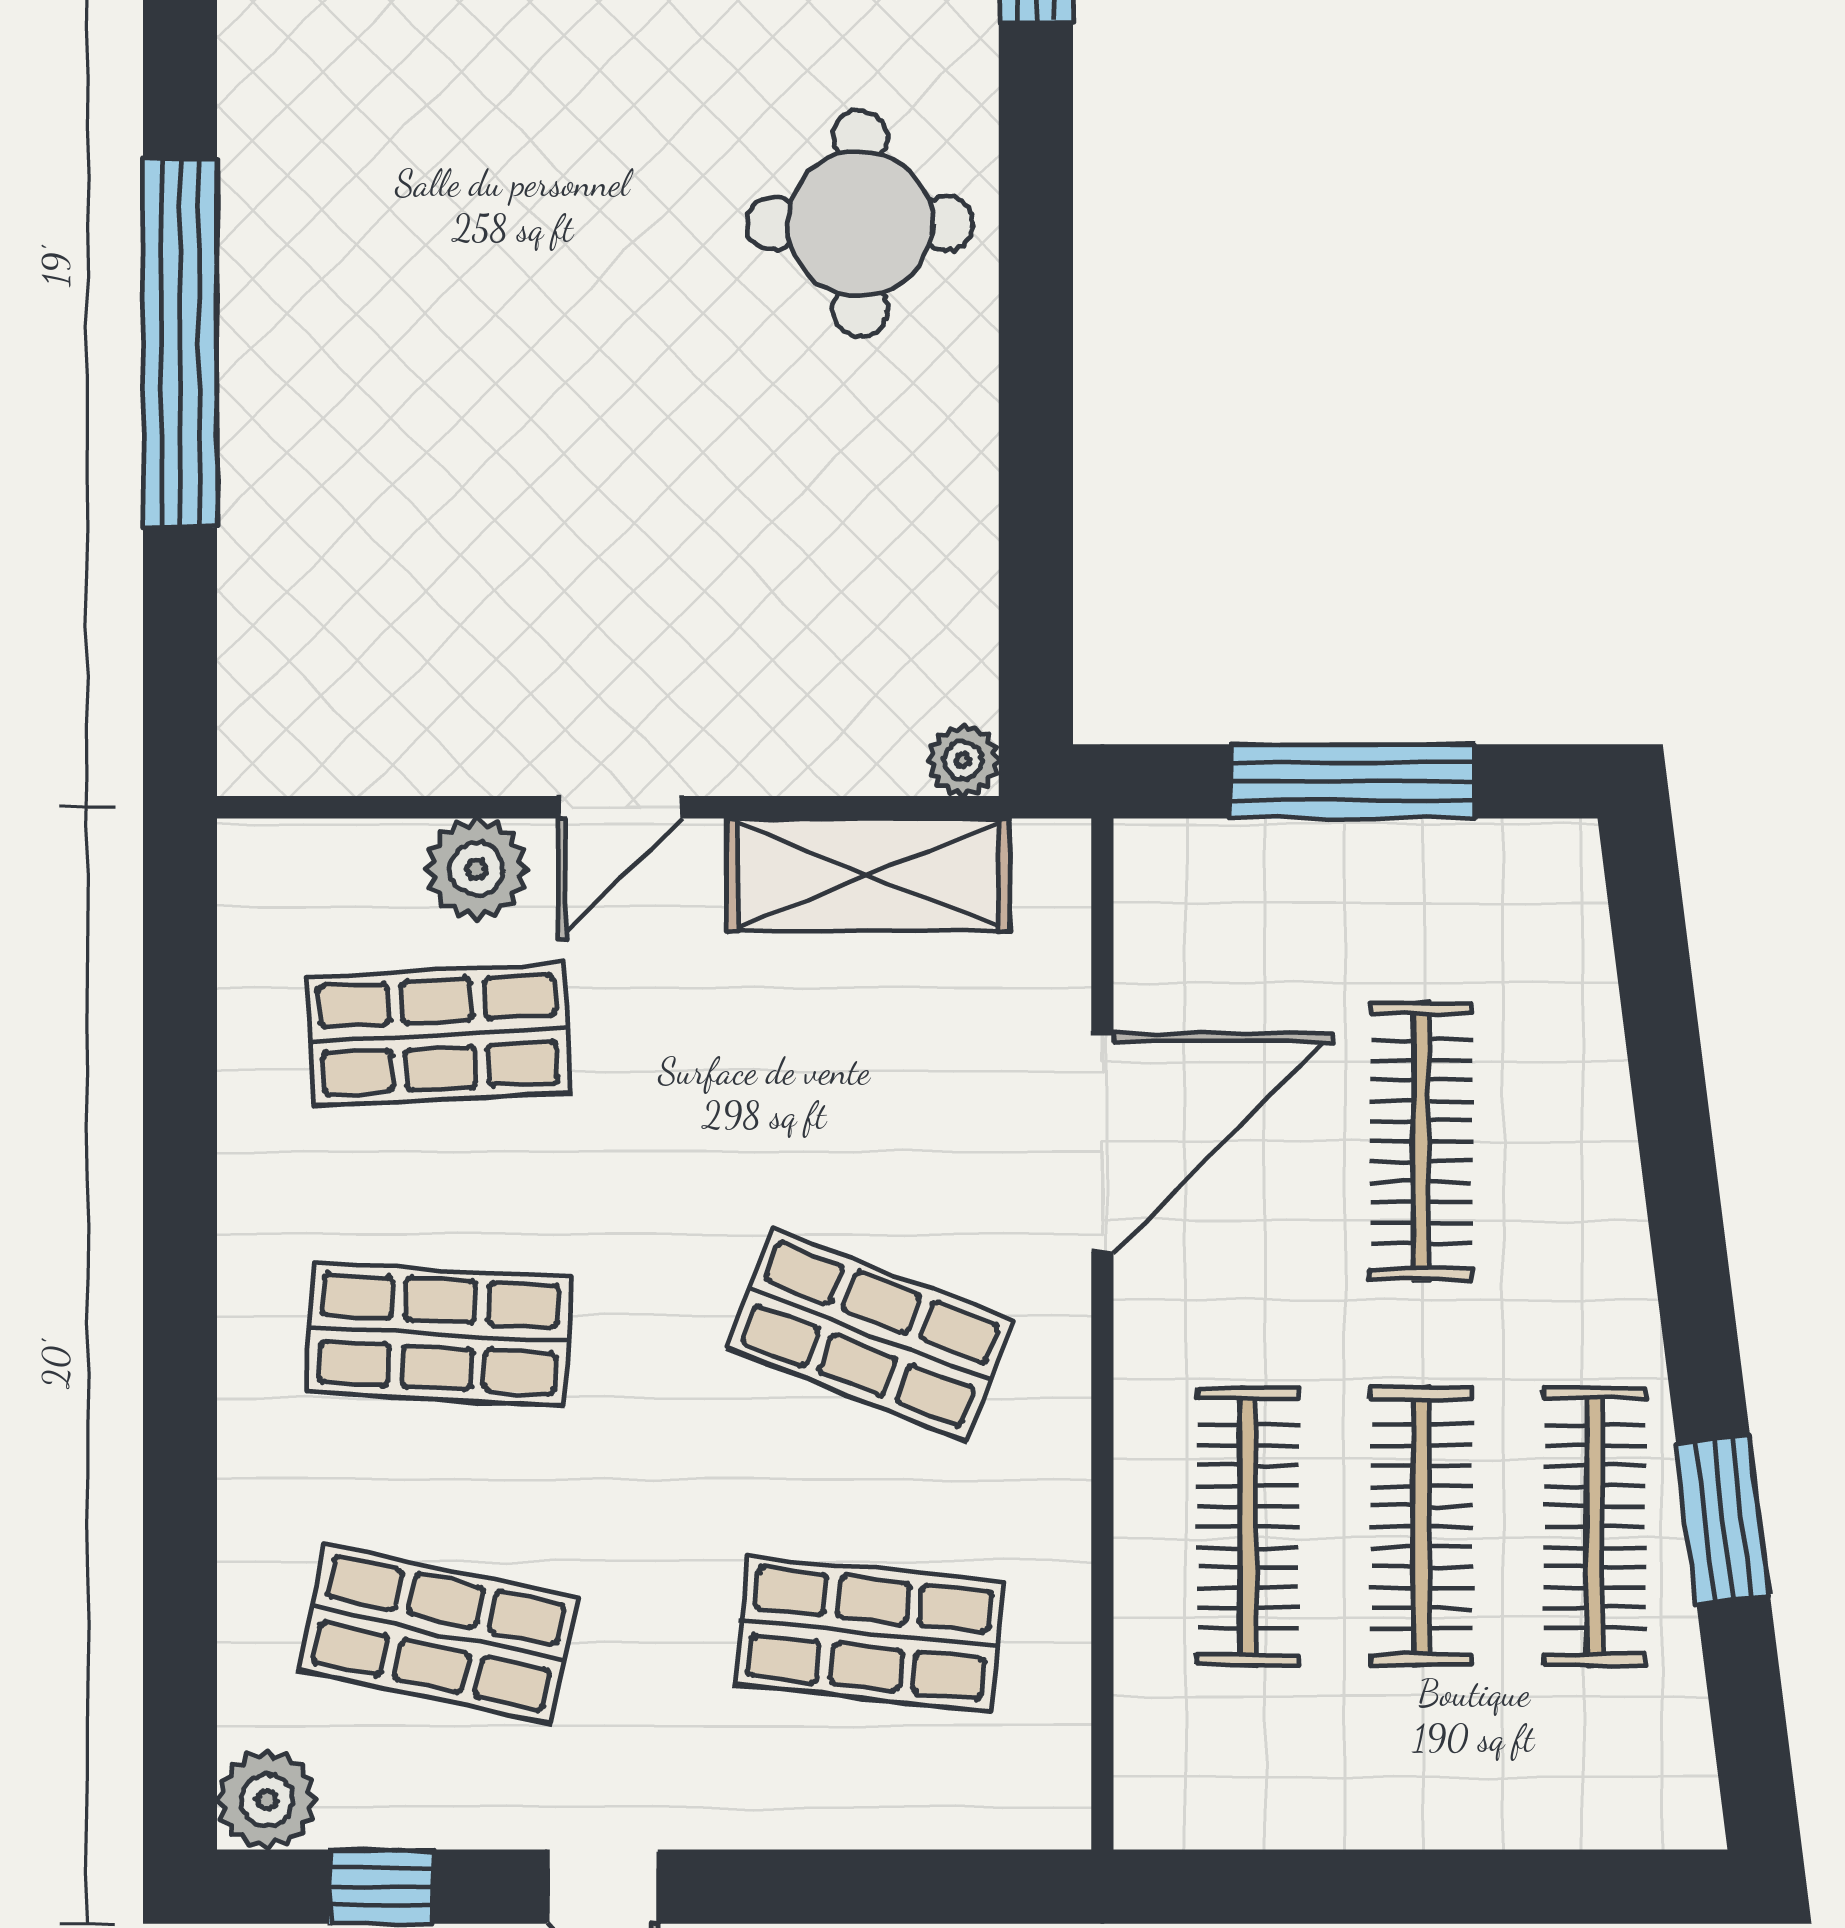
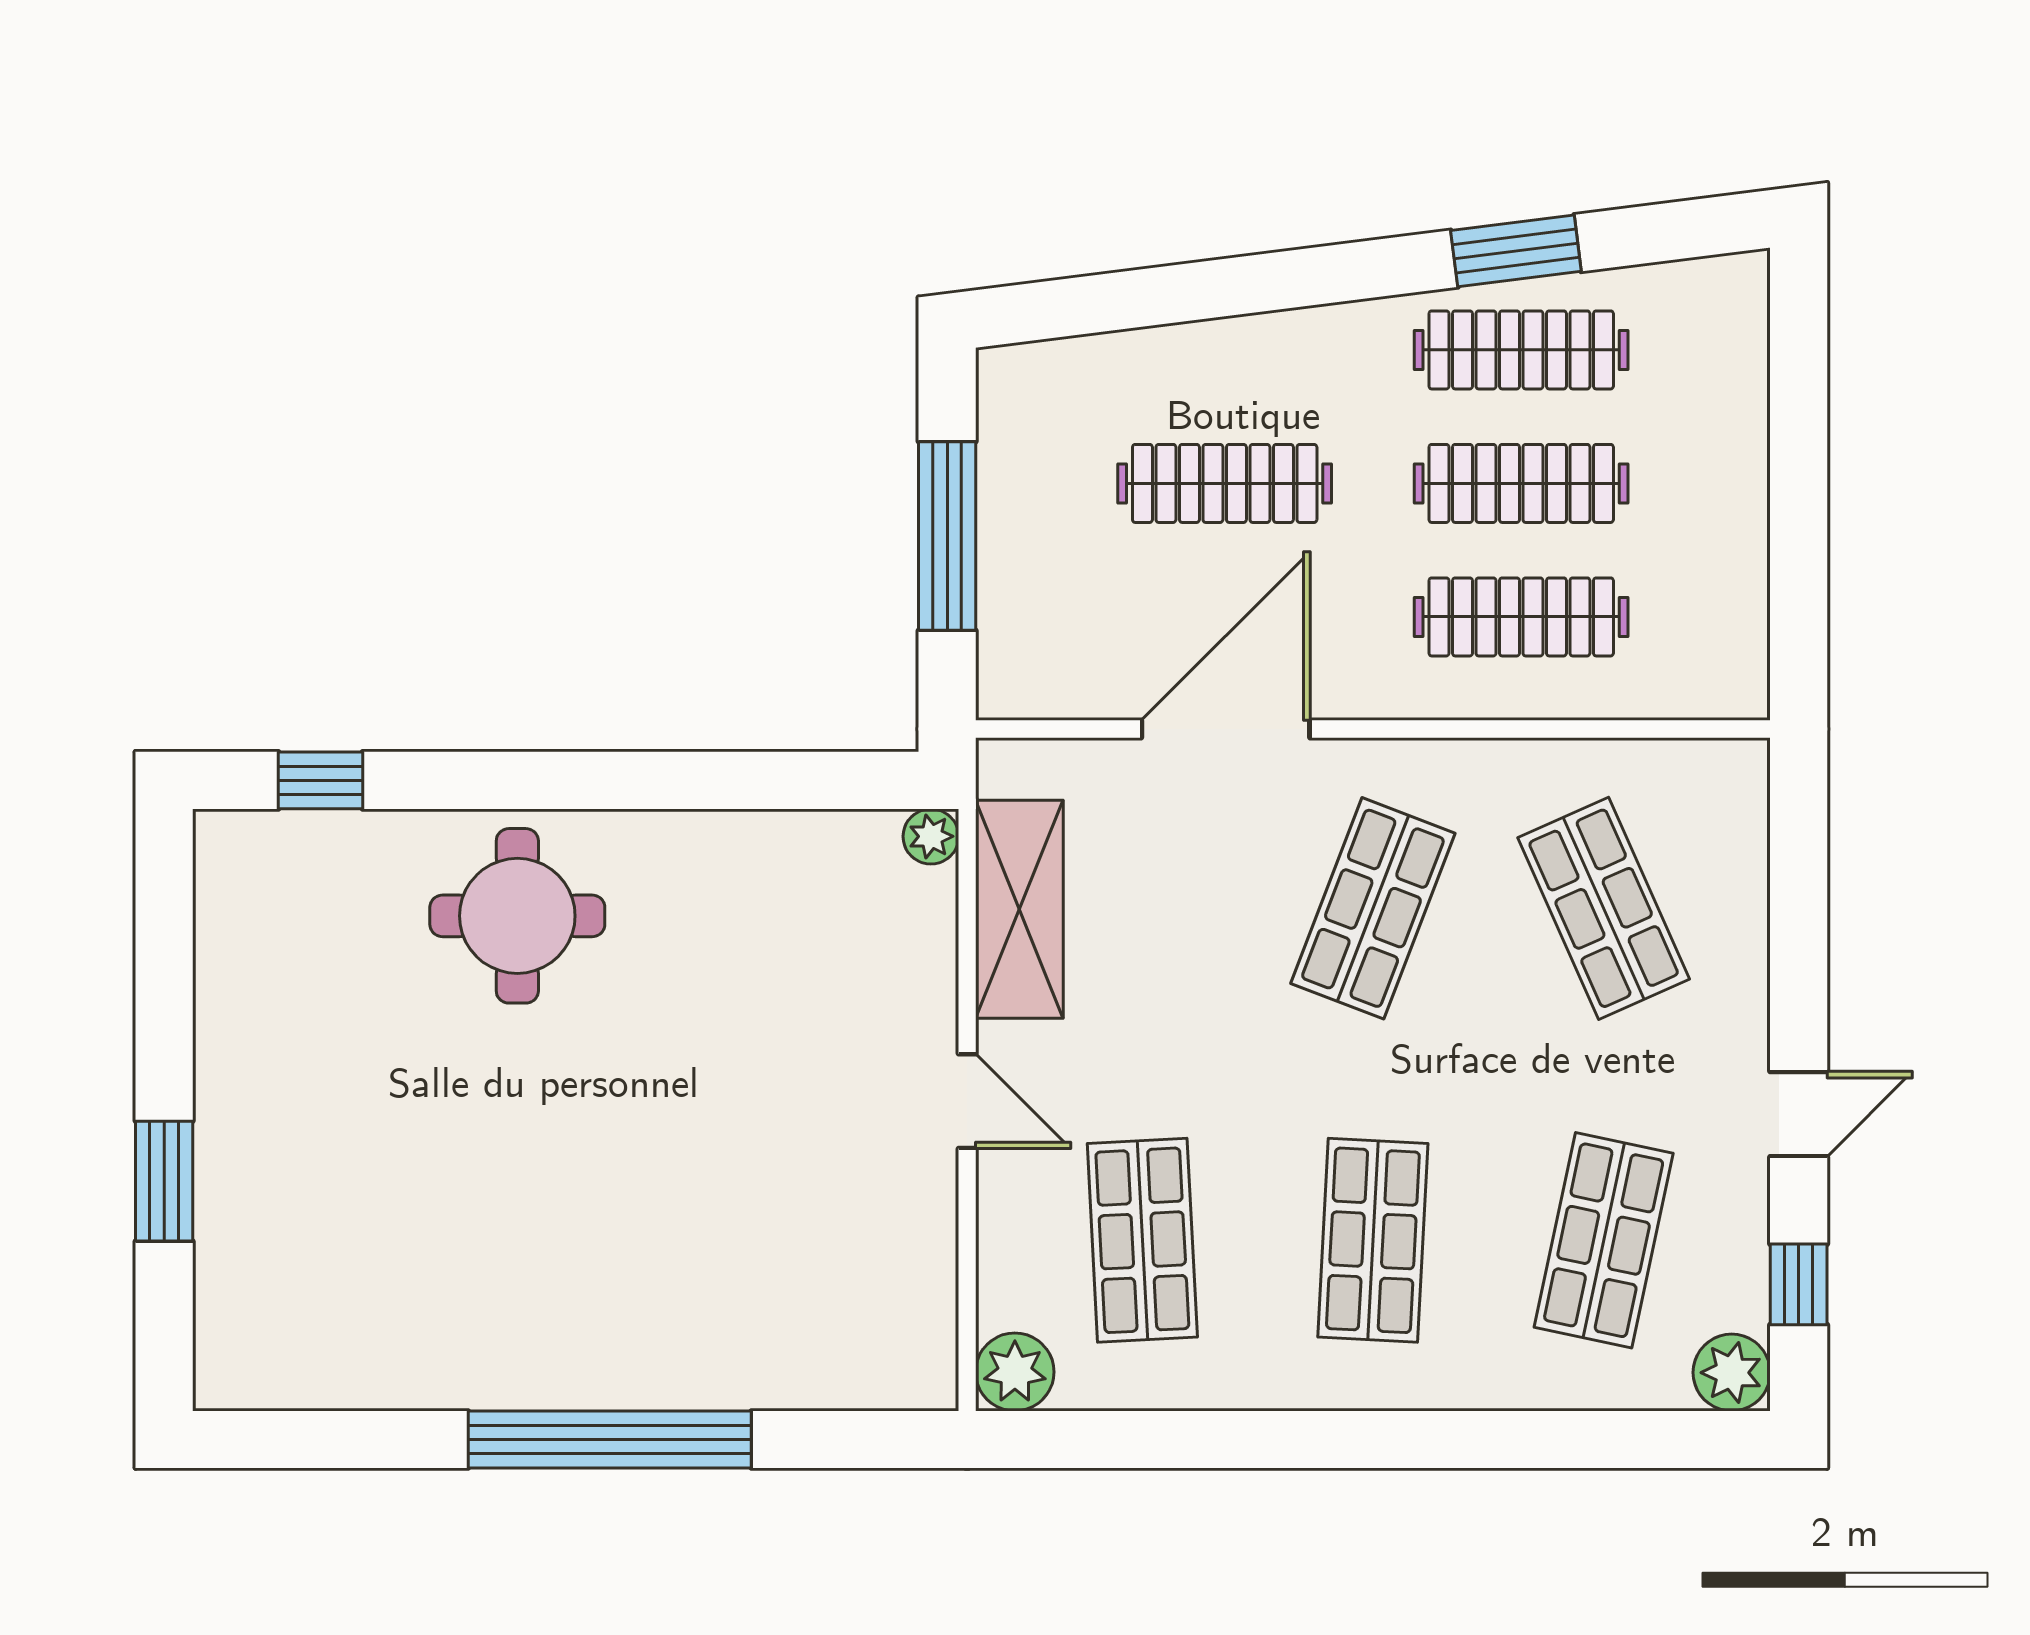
plant: (477, 869) -> (1015, 1372), moved
door: (1102, 1143) -> (1226, 729), hinge flipped
shop shelf: (870, 1633) -> (1604, 908), turned -30

